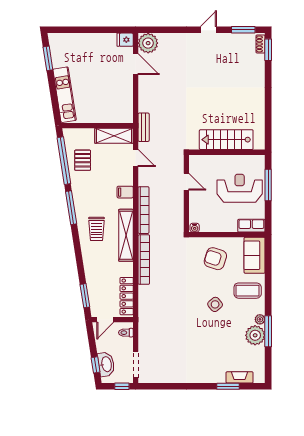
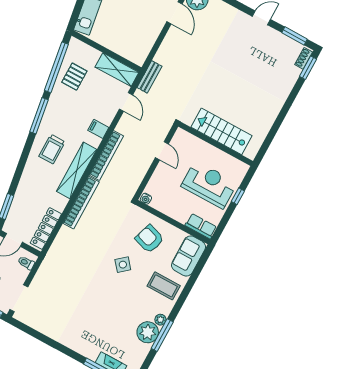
window: (268, 185) -> (238, 196), width x0.46
side table: (215, 304) -> (123, 265), moved

